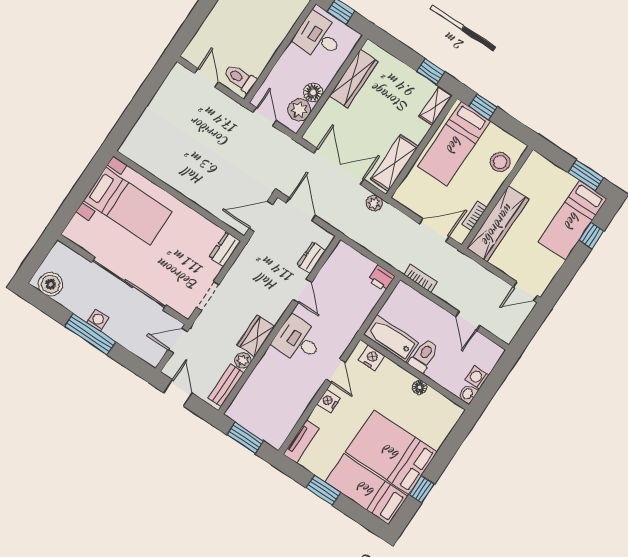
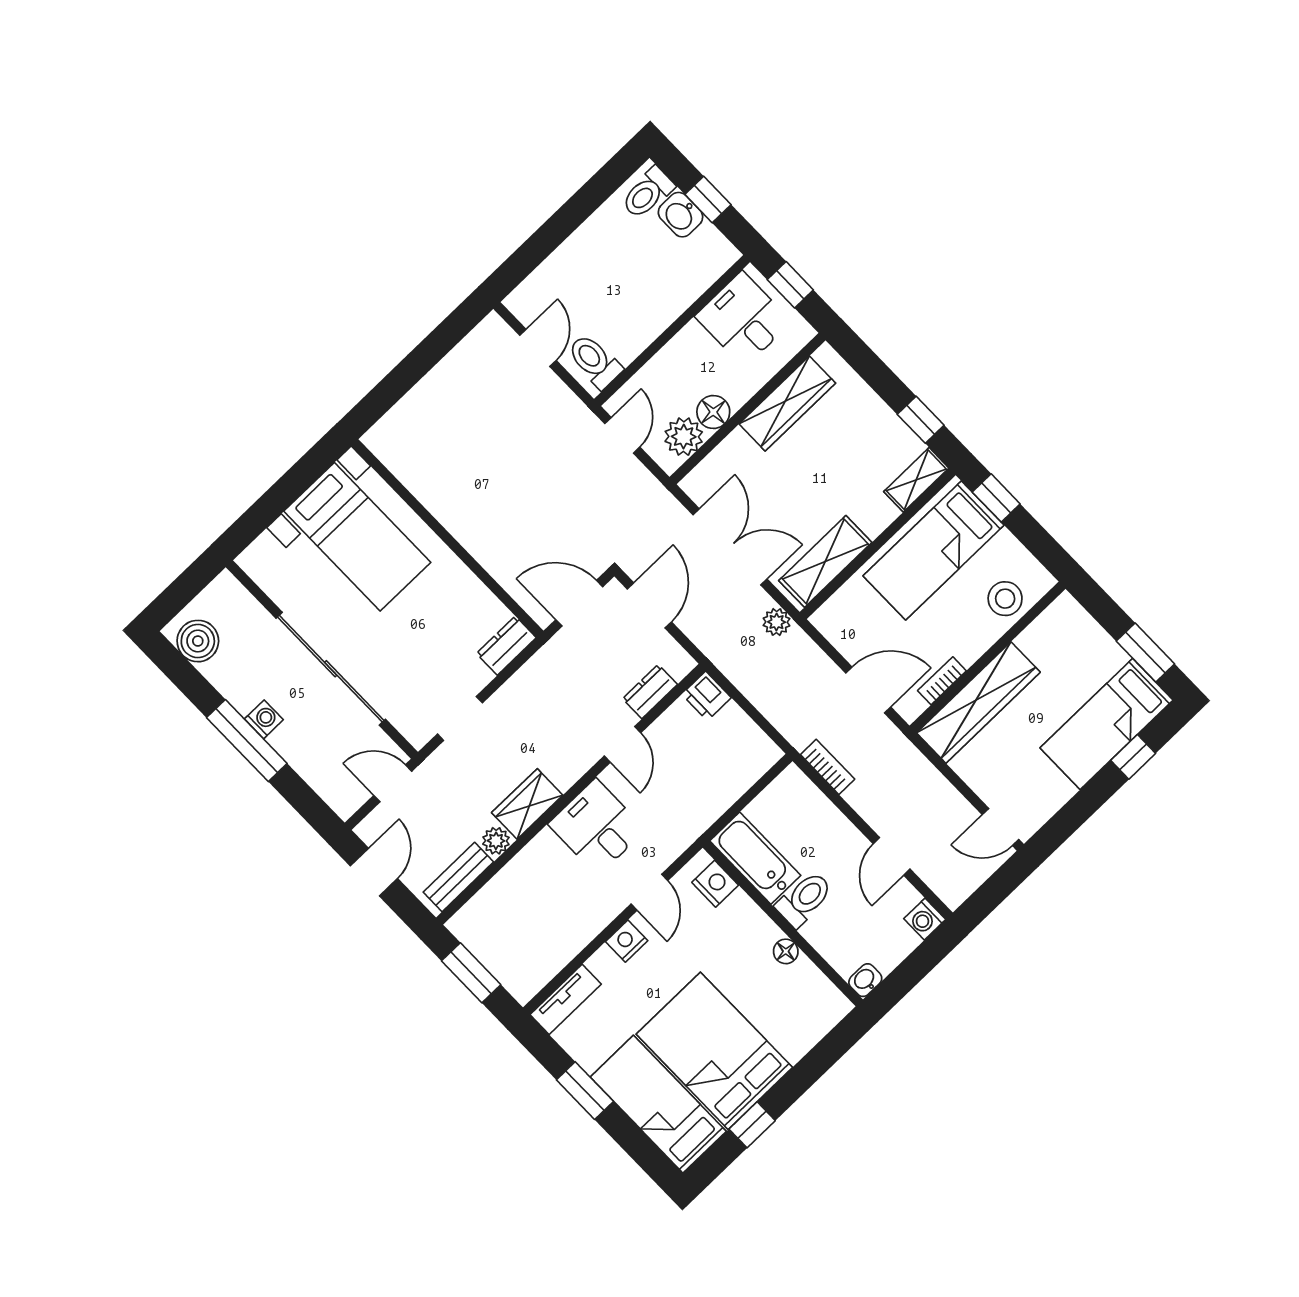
printer: (381, 278) -> (706, 696), moved
washing machine: (477, 377) -> (925, 919), moved, turned -90

